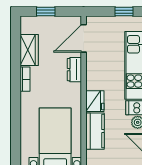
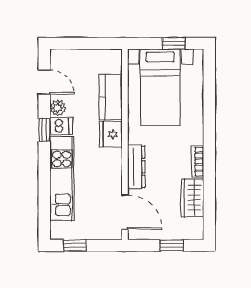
door: (84, 38) -> (125, 212), hinge flipped
dresser: (74, 70) -> (136, 167), width x1.44

